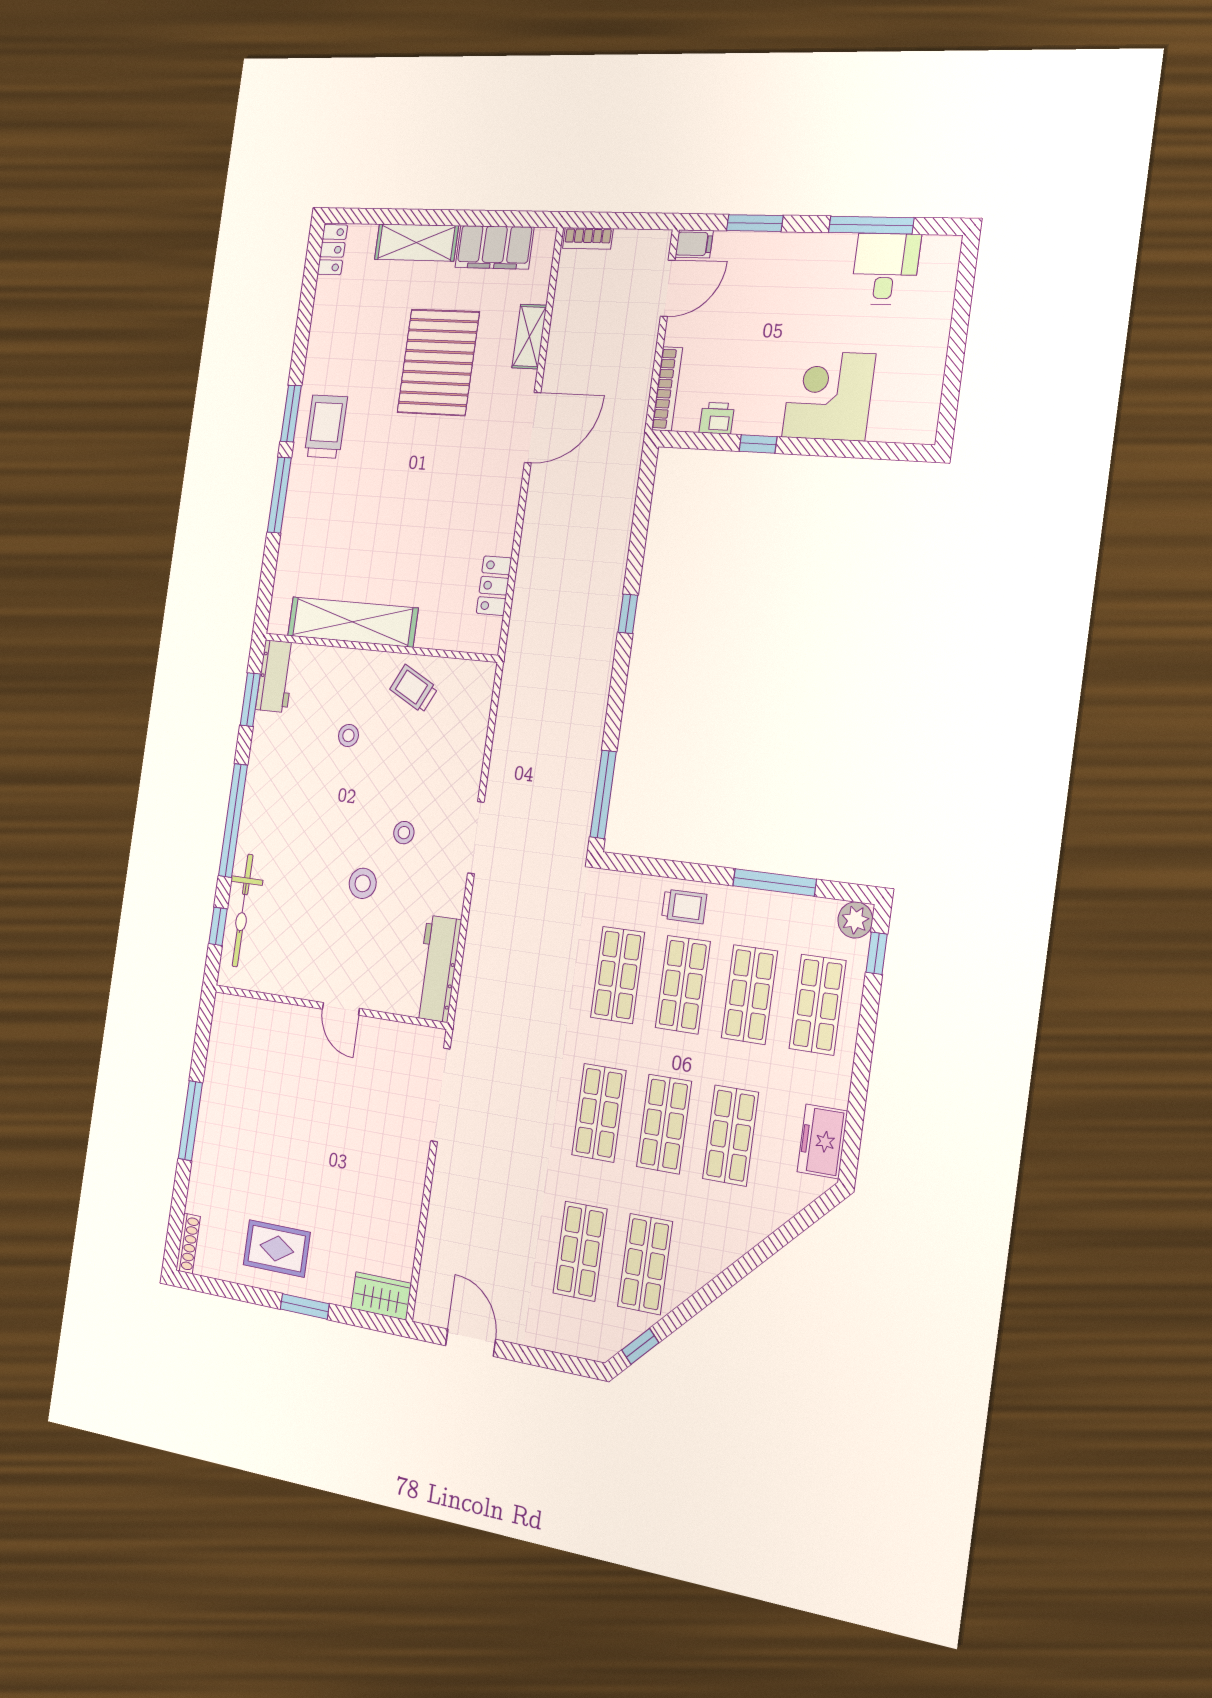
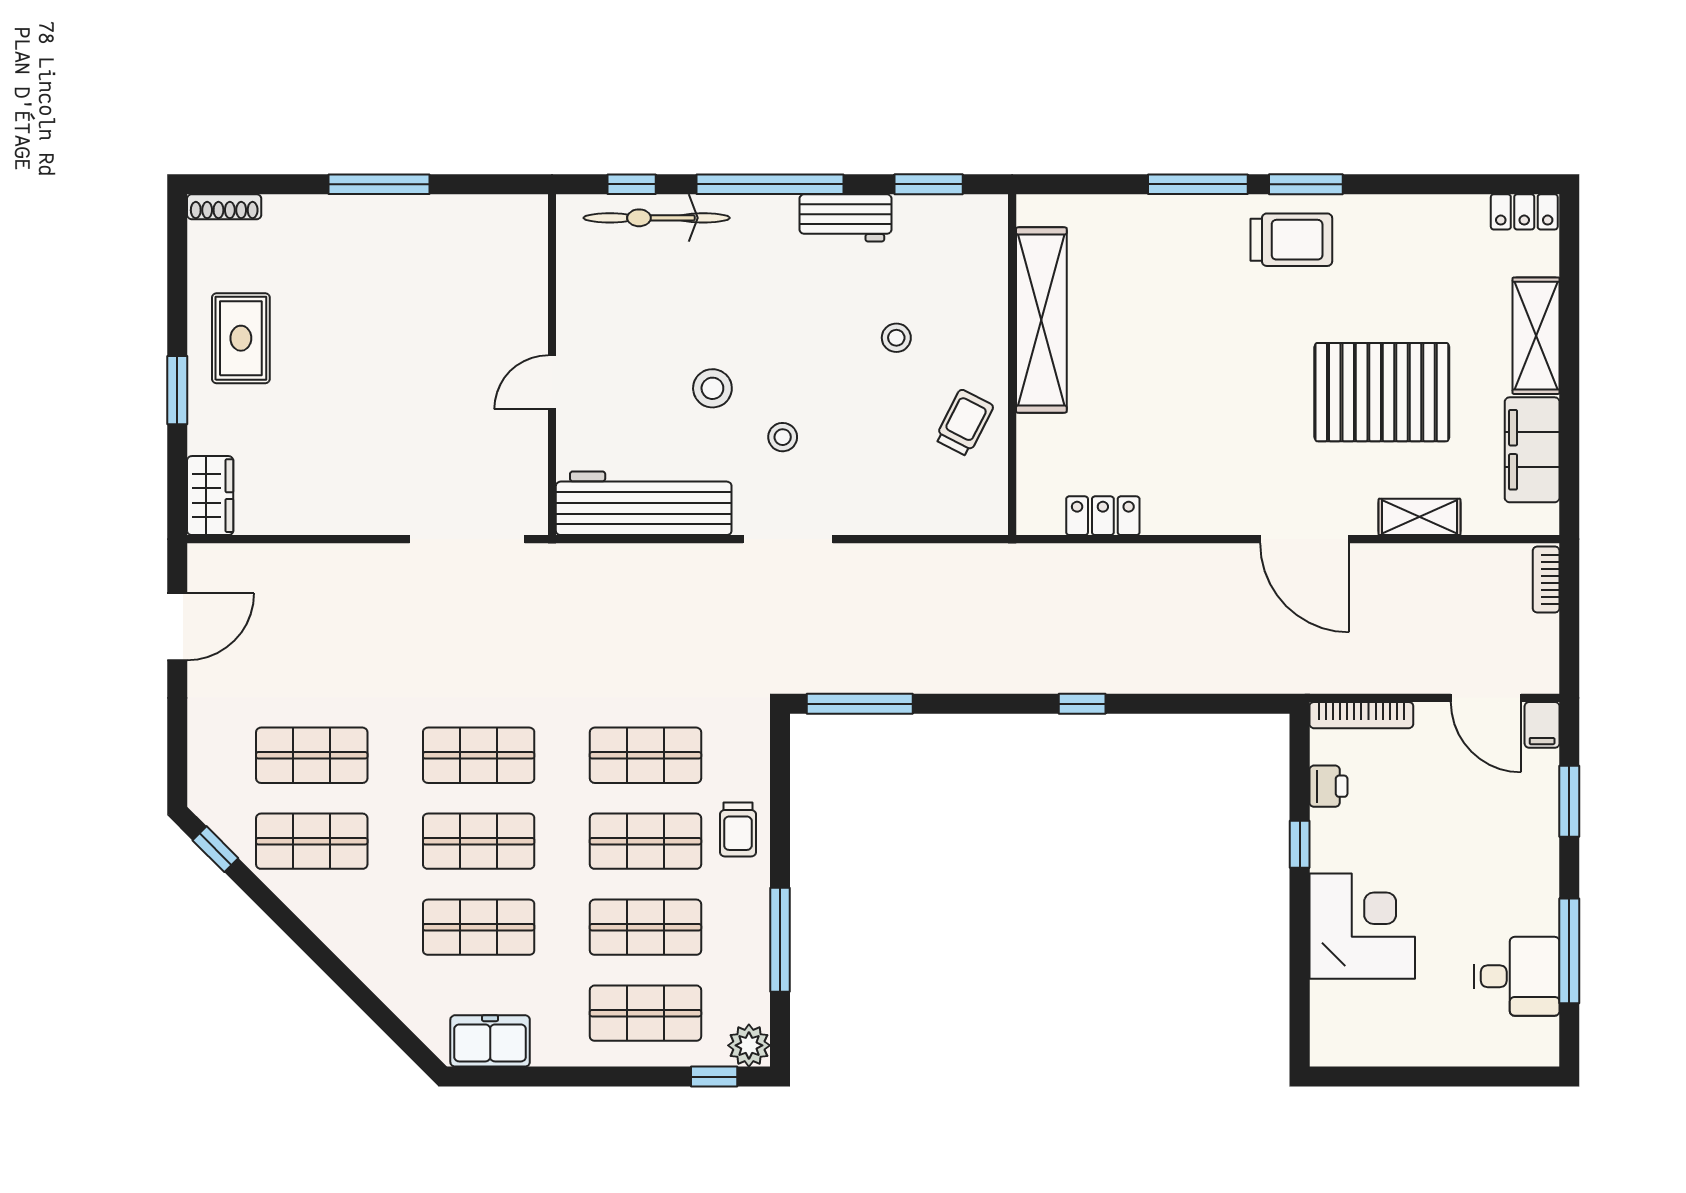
workbench: (276, 676) -> (846, 218), moved
workbench: (438, 969) -> (644, 503), width x1.36, depth x1.32

